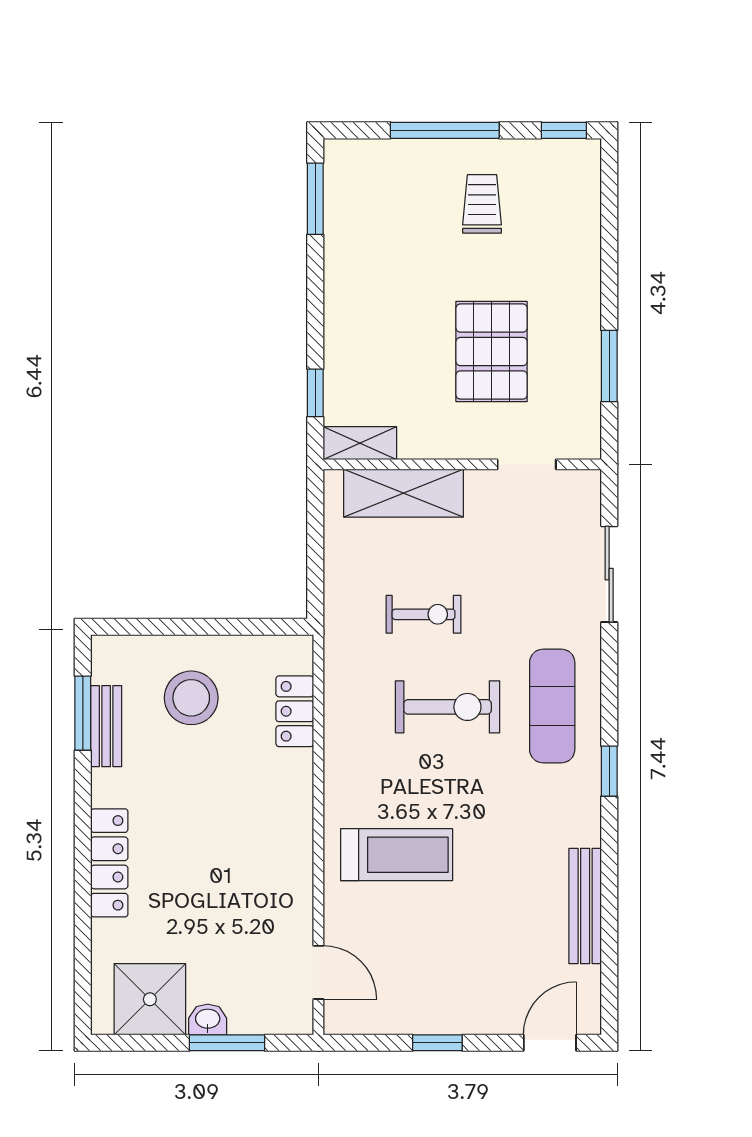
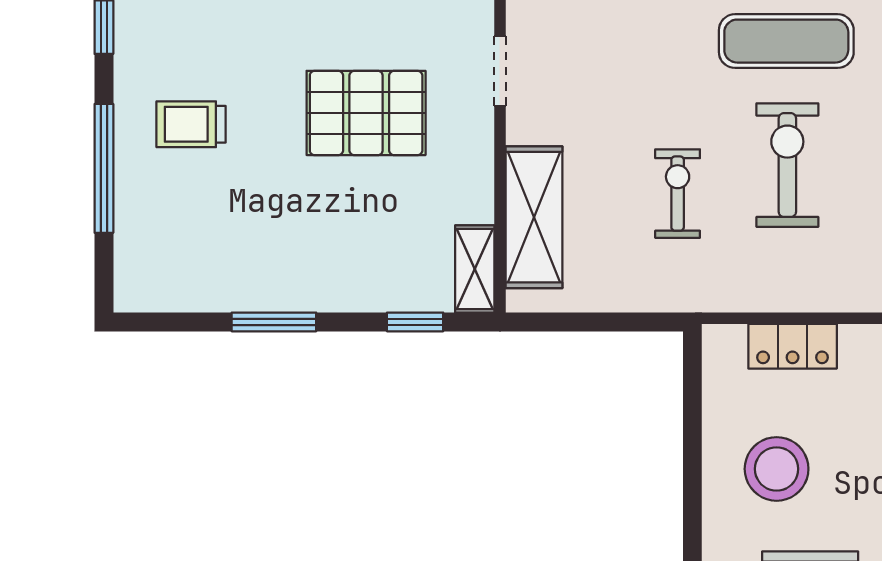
window: (315, 199) -> (274, 322), moved

